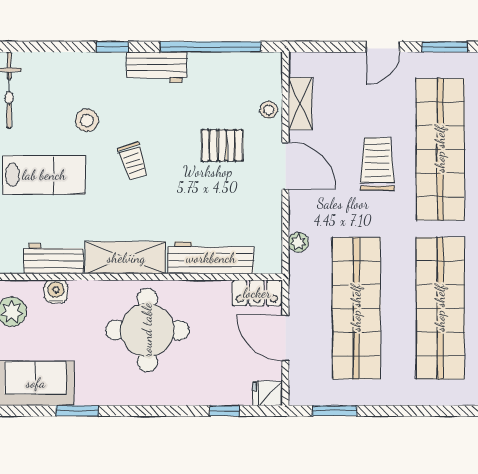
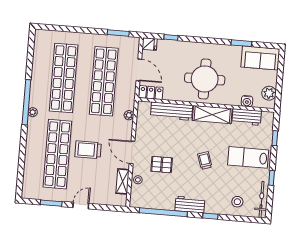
stool: (87, 120) -> (237, 202), moved
trolley: (377, 164) -> (88, 150), turned 90

